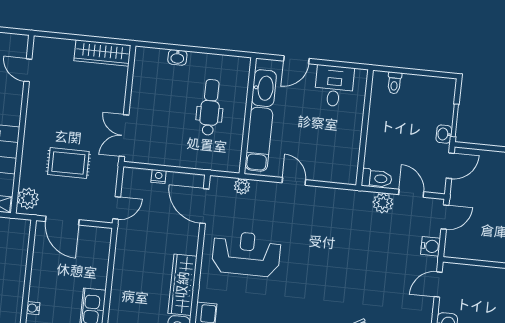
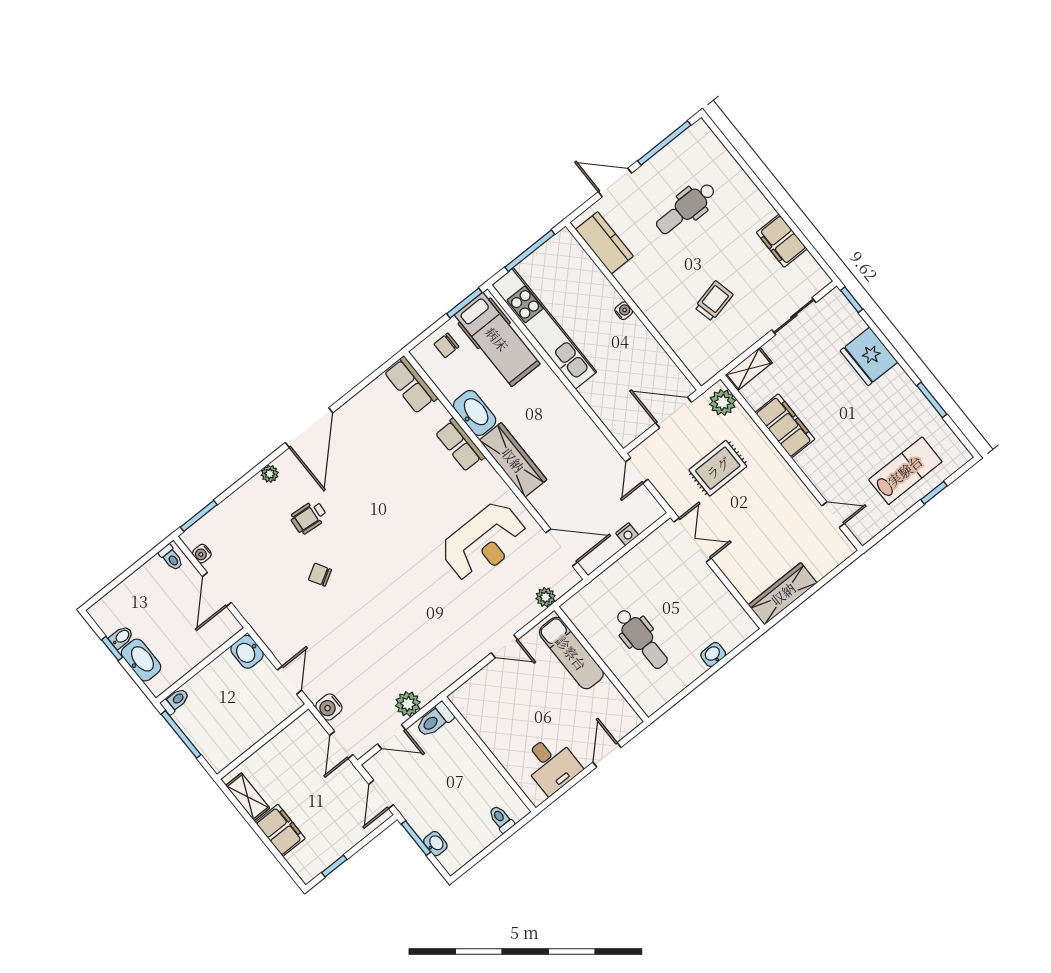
washbasin: (264, 88) -> (611, 702), removed
washbasin: (444, 134) -> (435, 844), moved

